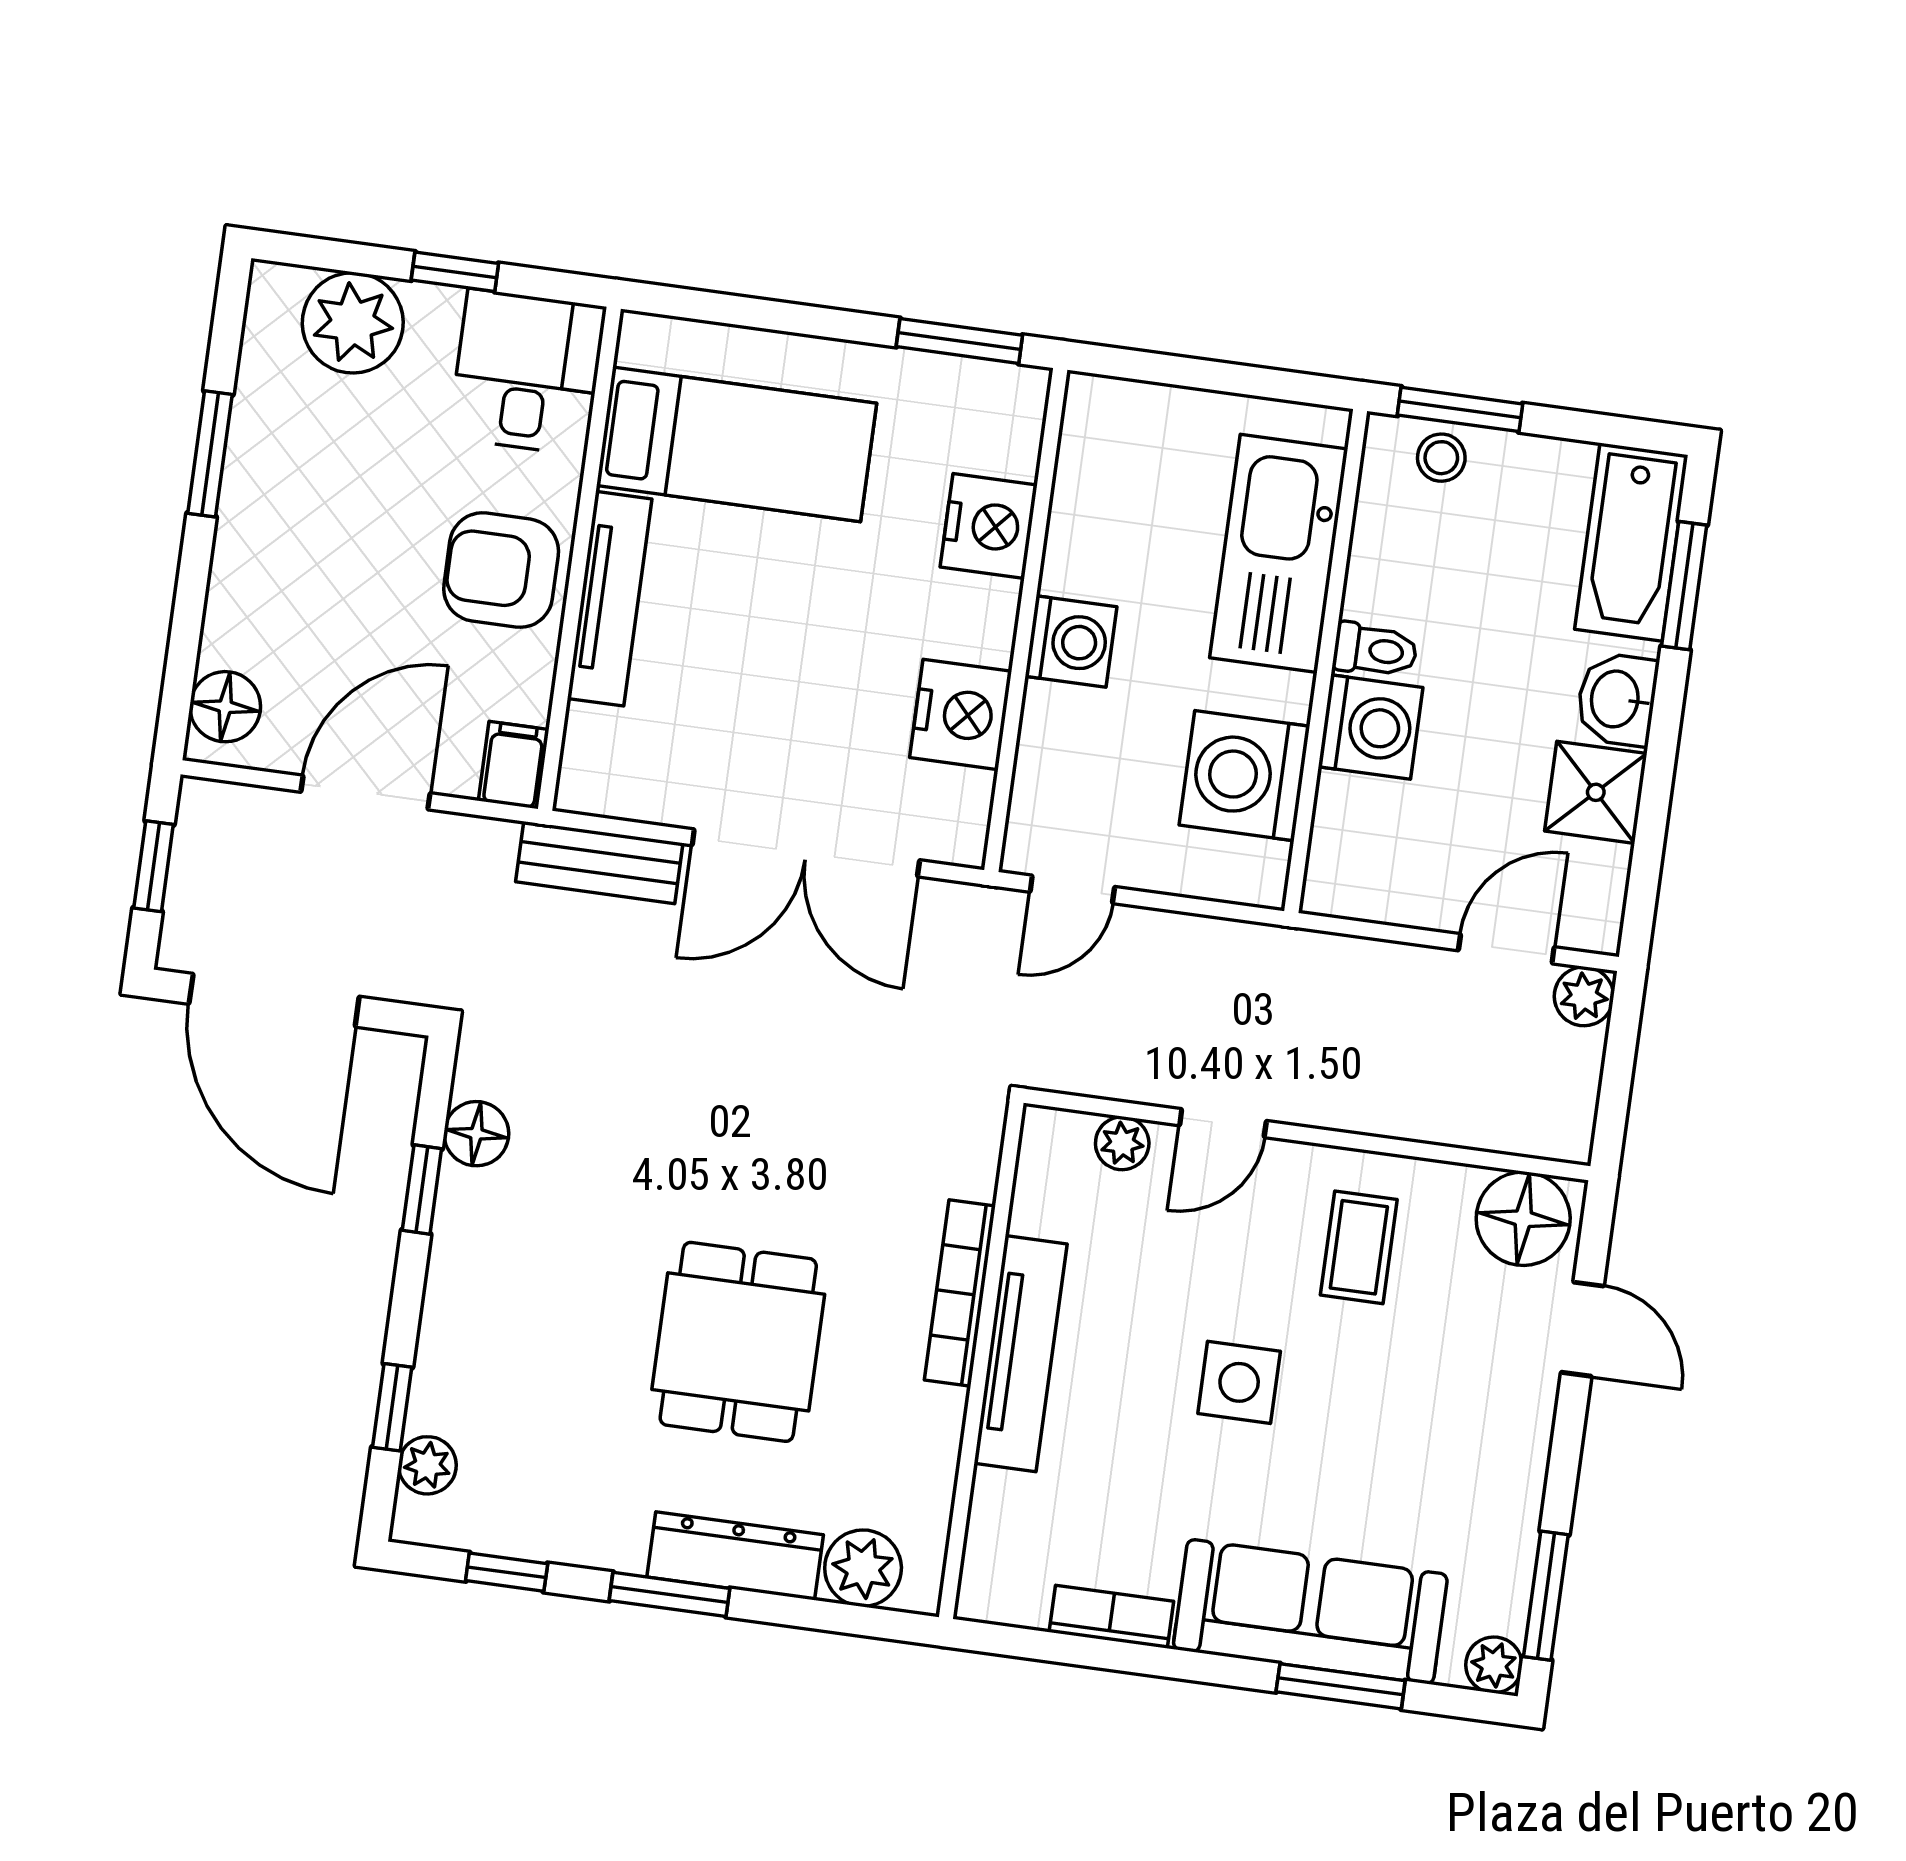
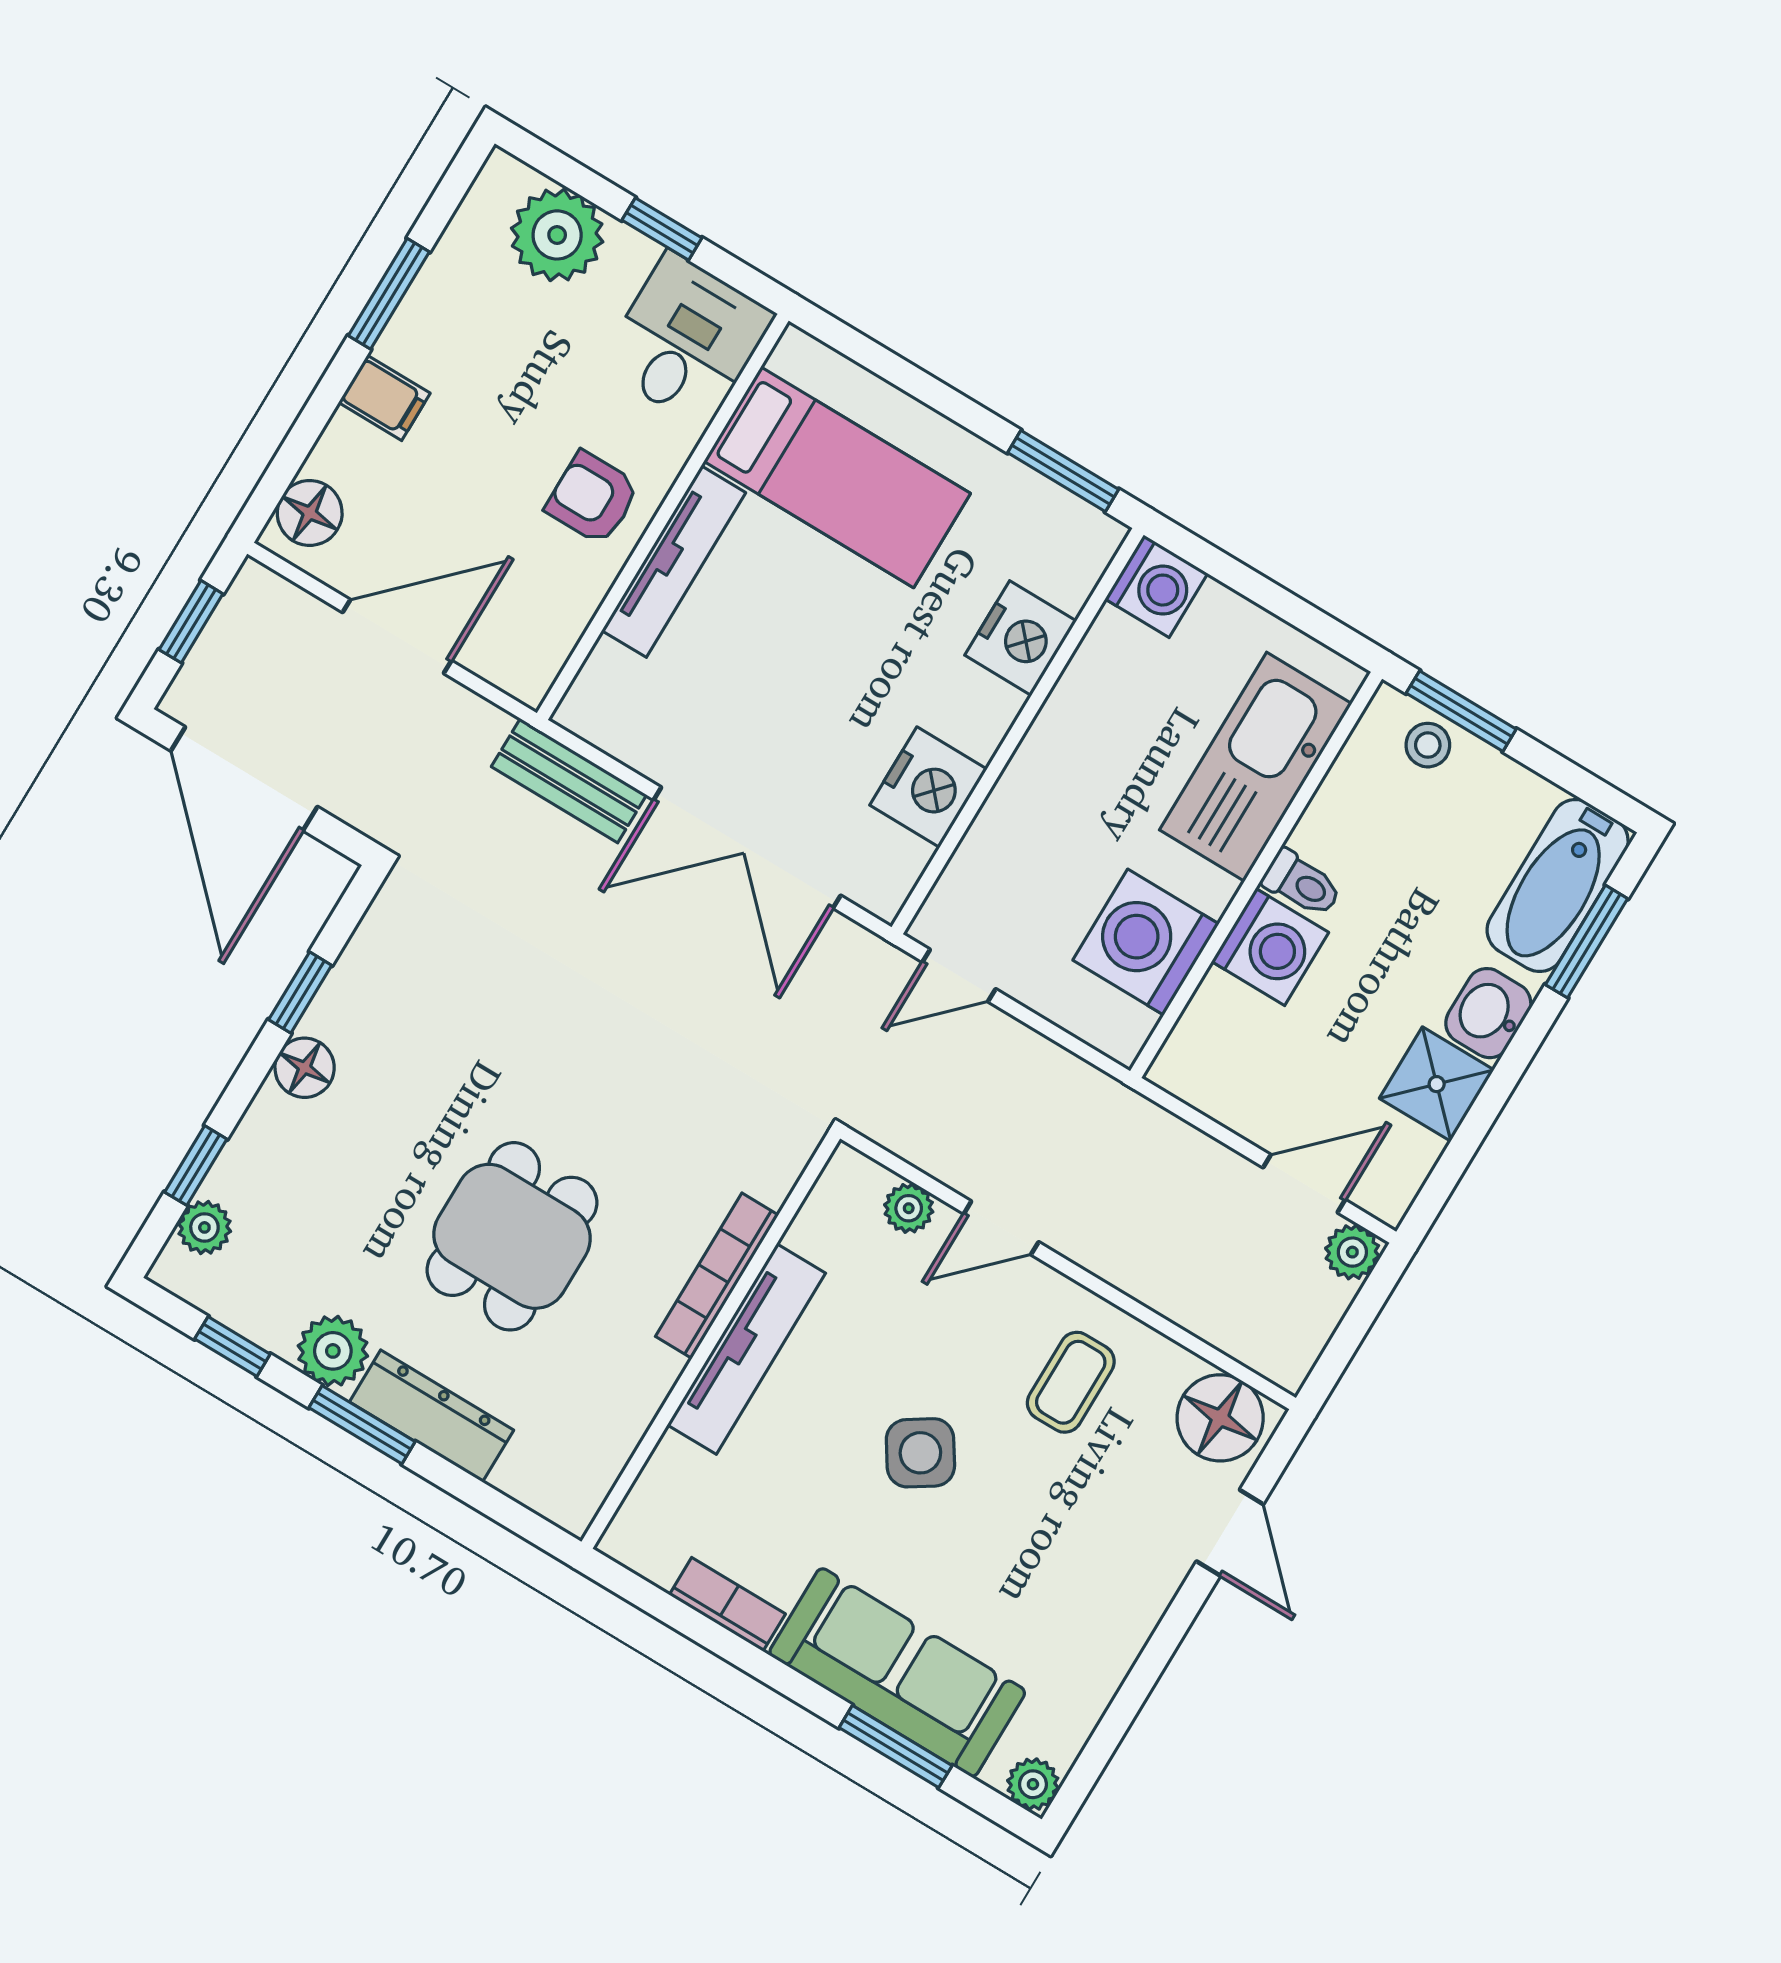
armchair: (501, 570) -> (593, 498), width x0.72, depth x0.72
washing machine: (1071, 642) -> (1156, 586), moved
filing cabinet: (514, 765) -> (384, 398), moved, turned 90
floor lamp: (476, 1134) -> (305, 1068), moved
side table: (1239, 1382) -> (920, 1453), turned -33
plant: (863, 1568) -> (333, 1351), moved
window: (1546, 1596) -> (1102, 1745), removed

